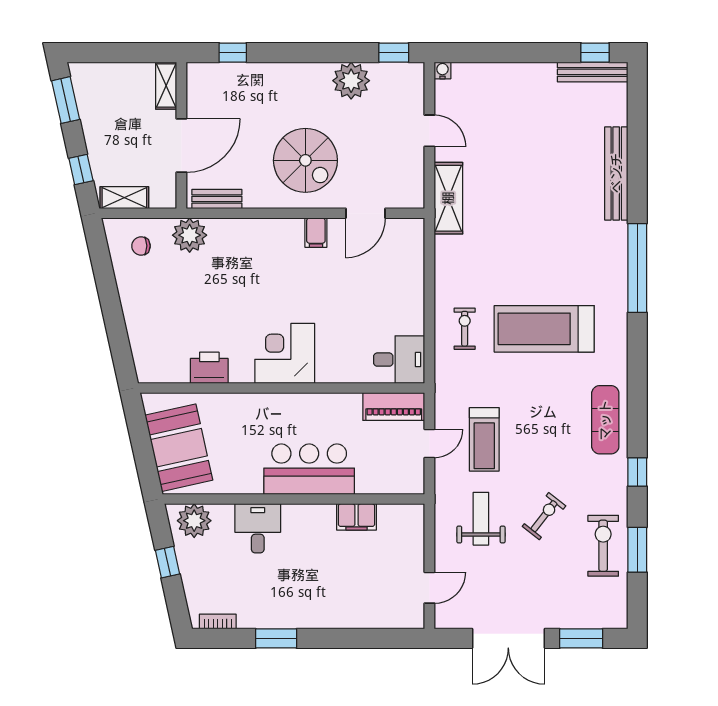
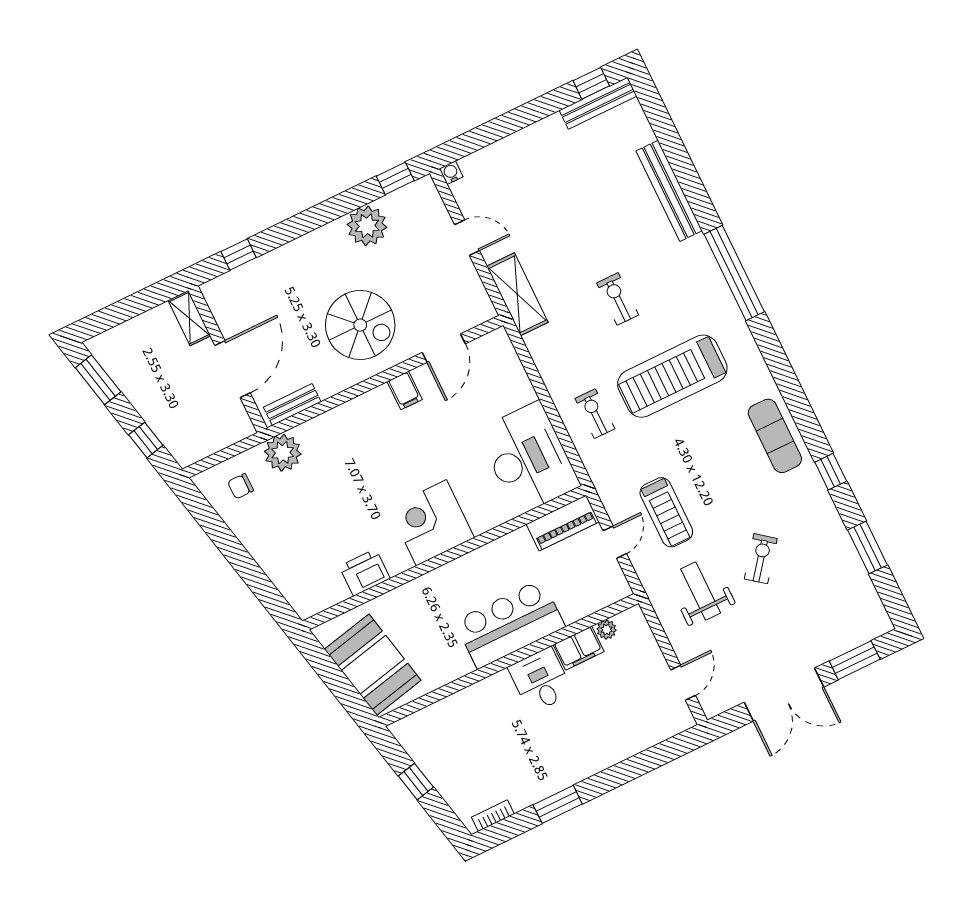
shelving: (124, 198) -> (202, 447), removed
desk: (399, 360) -> (528, 458), width x1.87, depth x1.30
plant: (194, 521) -> (607, 630), moved, width x0.53, depth x0.53
desk: (258, 528) -> (541, 680), moved
exercise bike: (603, 546) -> (618, 299), moved, width x0.73, depth x0.72

